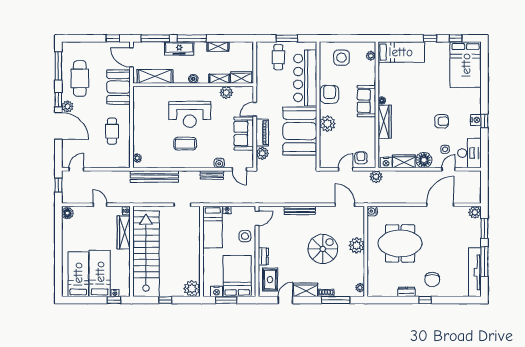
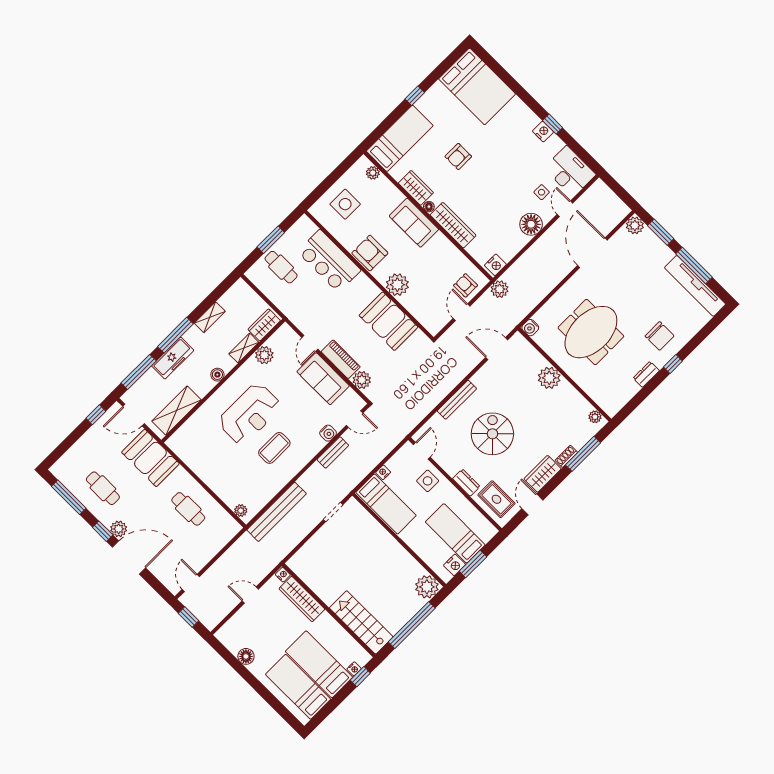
window: (456, 38) -> (441, 70), removed
cafe table: (80, 78) -> (103, 488), width x0.73, depth x0.74
bar counter: (305, 78) -> (329, 261), width x0.73
armchair: (442, 121) -> (458, 156), moved, turned 180
booth: (300, 131) -> (389, 321), width x0.73, depth x0.70
wardrobe: (404, 161) -> (416, 188), moved, turned 90
floor lamp: (67, 213) -> (246, 656), moved
spiral stairs: (323, 249) -> (492, 434), moved
stairs: (146, 254) -> (361, 622), width x0.54, depth x0.66
bed: (237, 276) -> (455, 533), width x0.67
window: (165, 300) -> (412, 625), width x3.17

